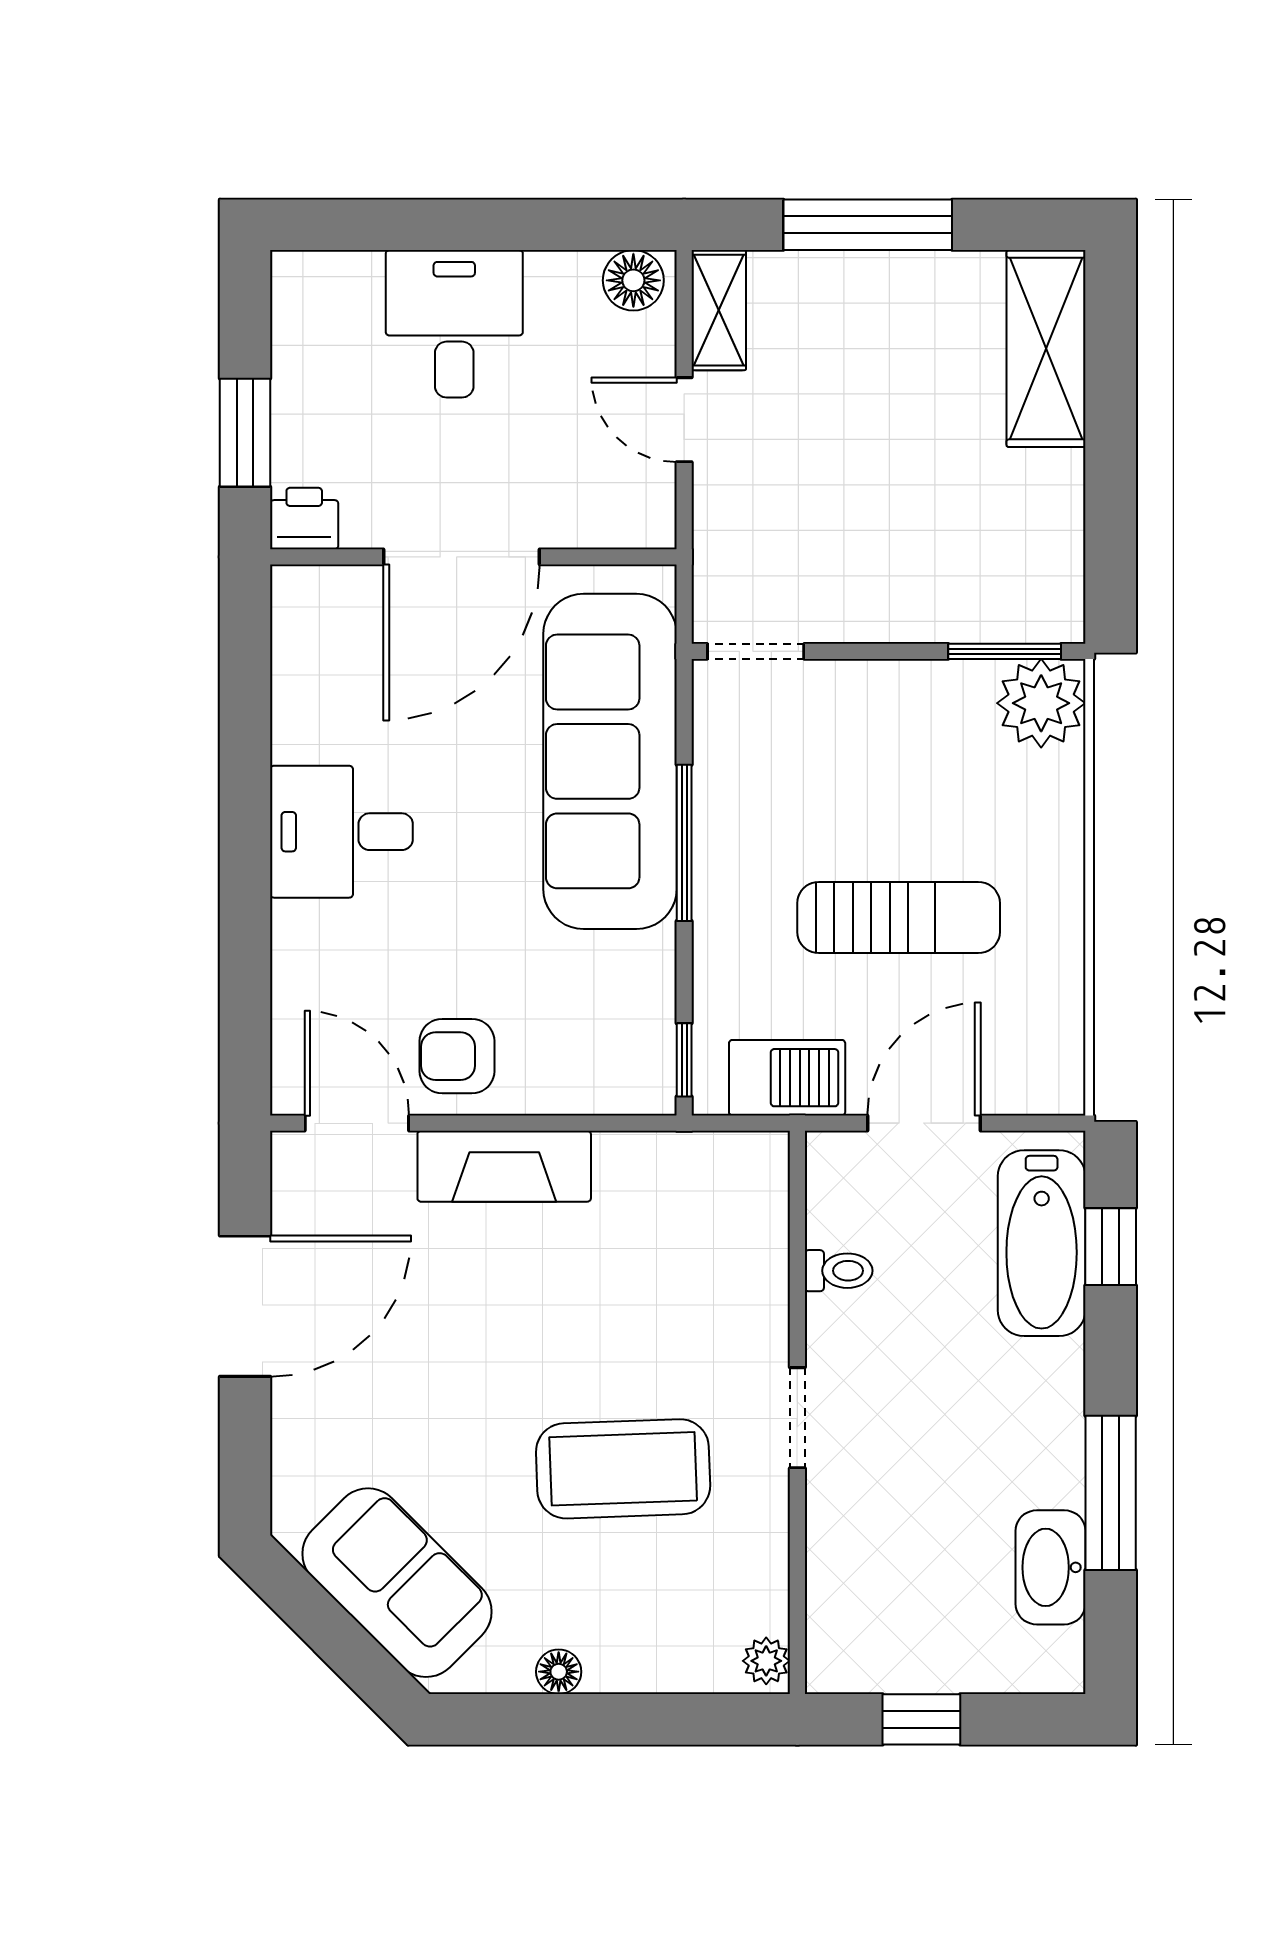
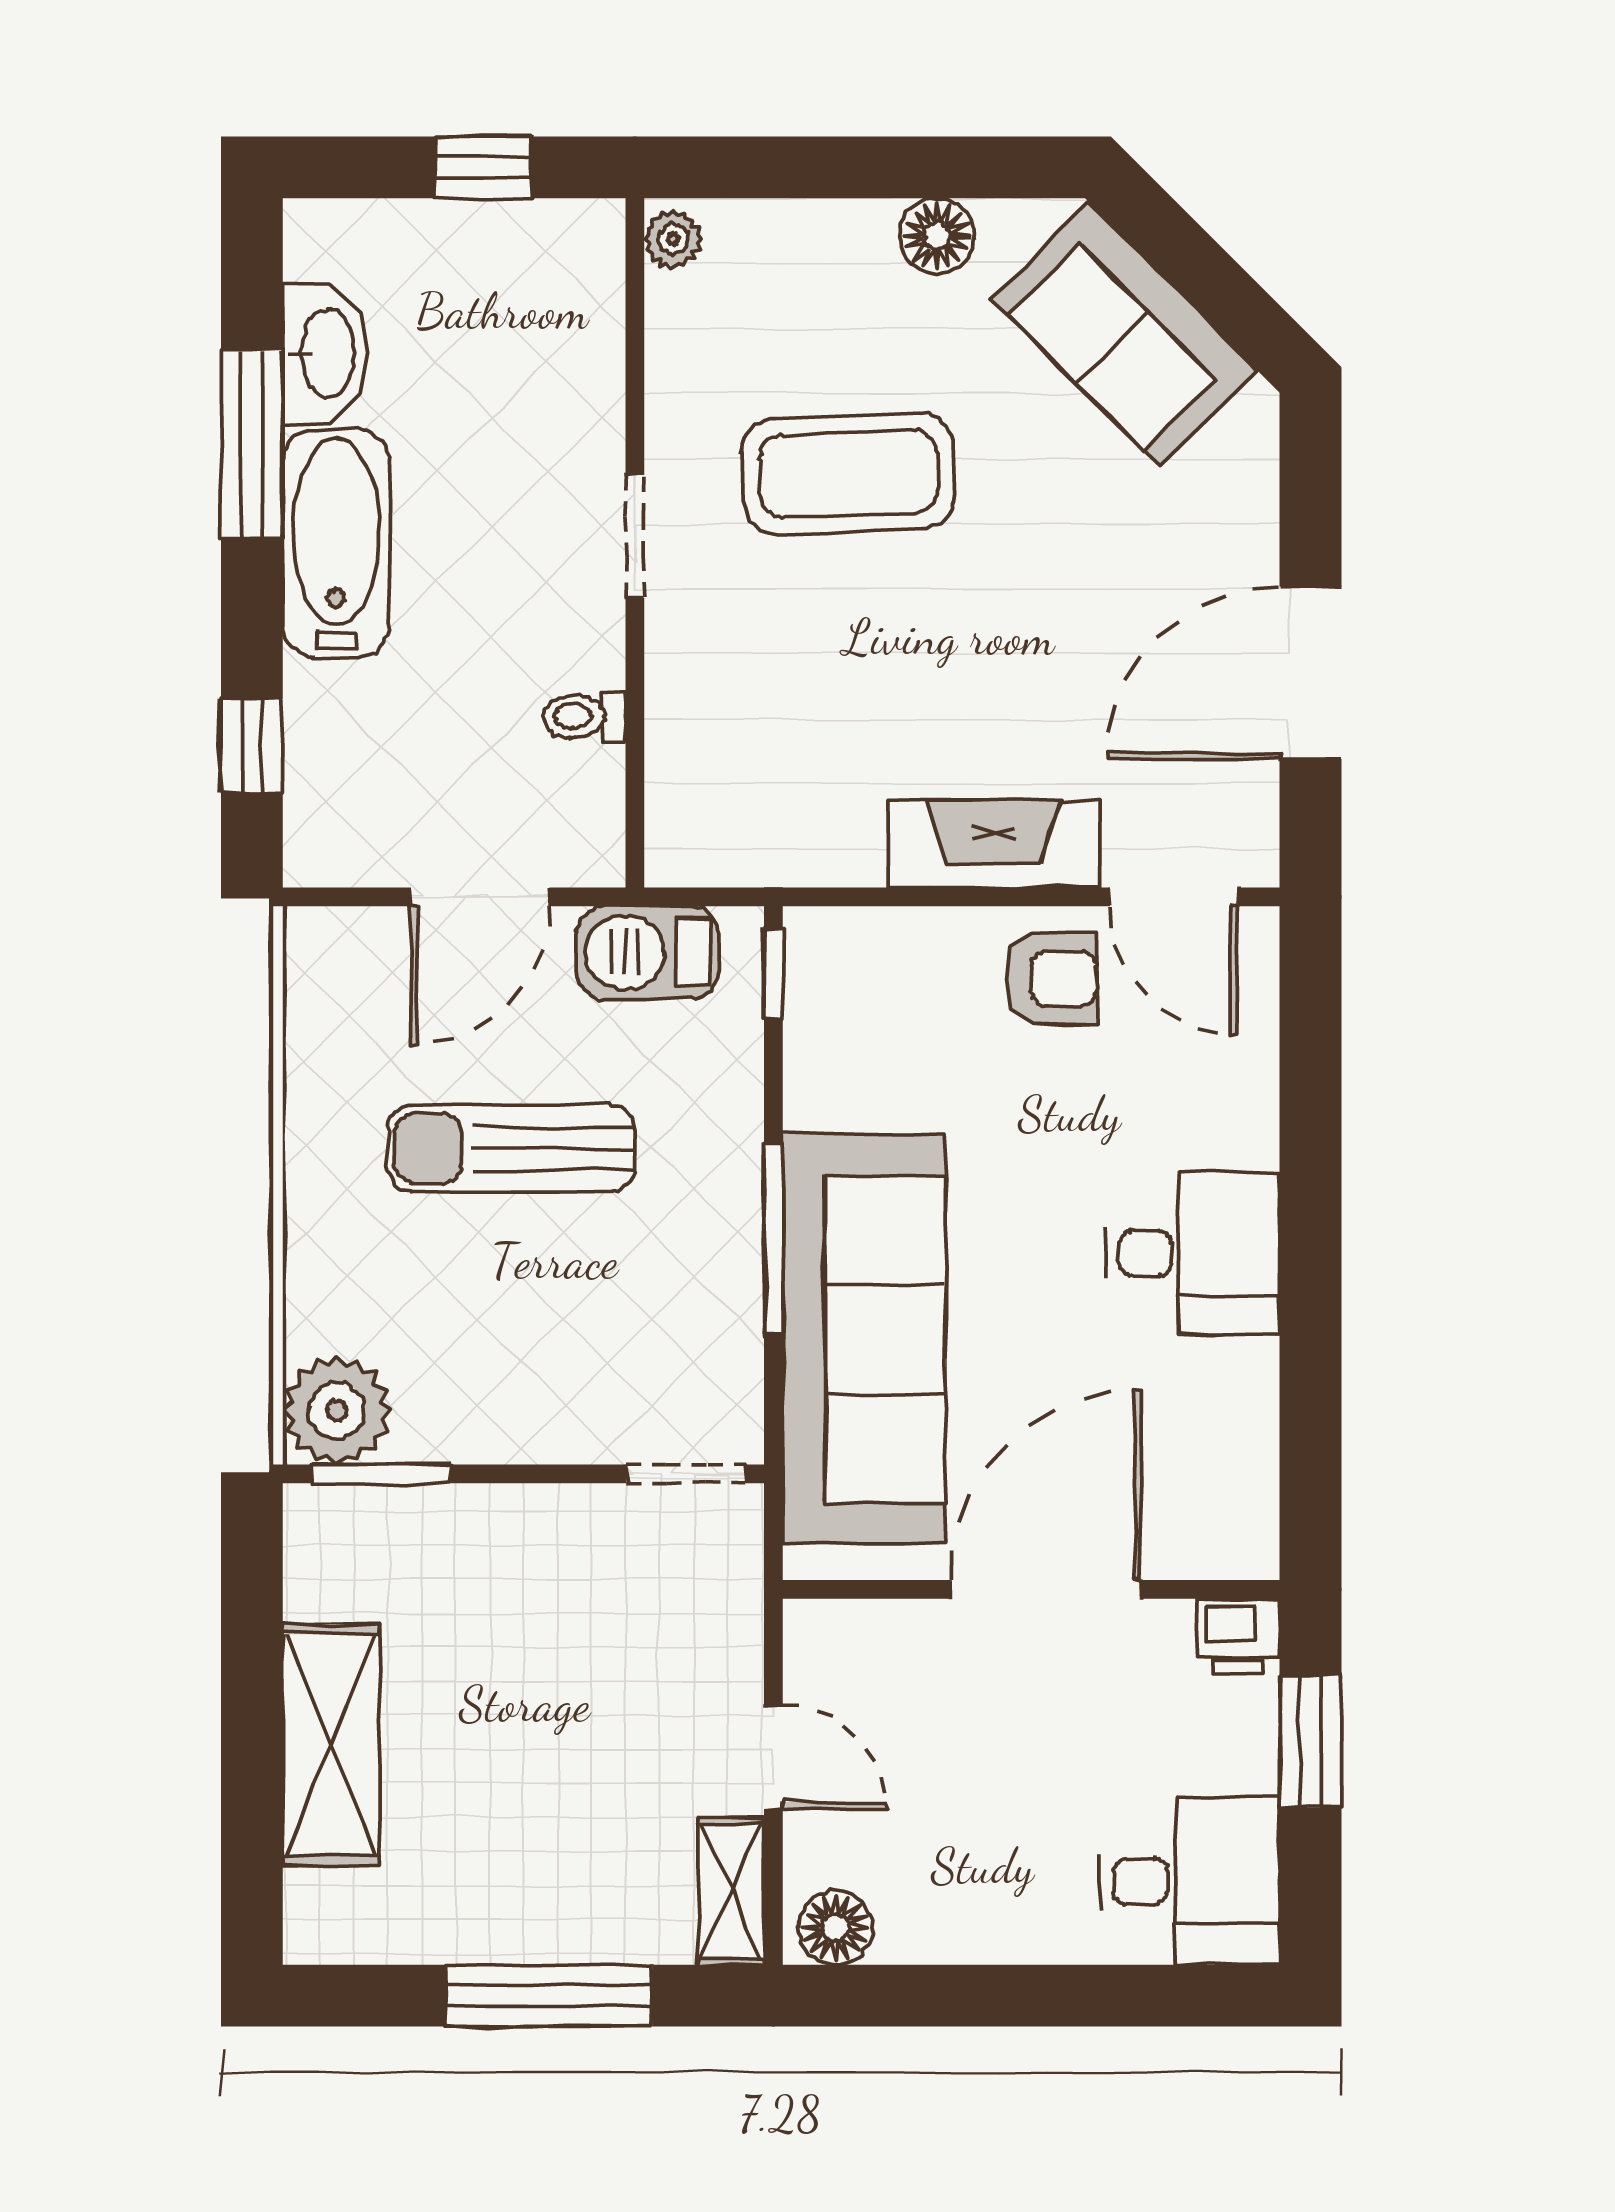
desk: (454, 324) -> (1189, 1881), moved, turned -90
shelving: (1046, 349) -> (331, 1745), moved
bathtub: (1042, 1243) -> (336, 543), moved
floor lamp: (559, 1672) -> (937, 236), width x1.37, depth x1.37

